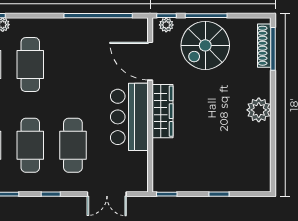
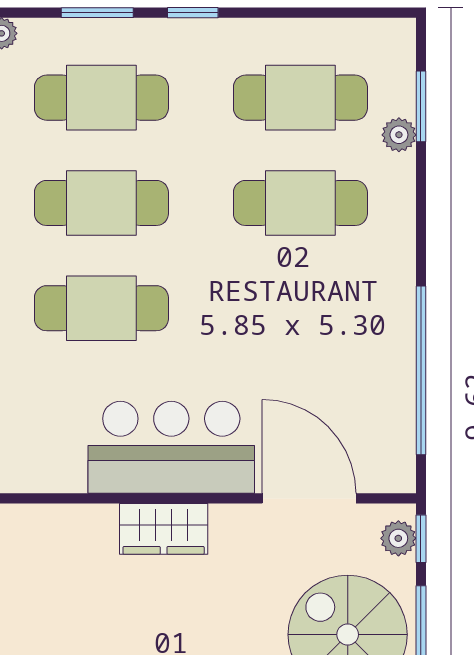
door: (150, 61) -> (309, 498), hinge flipped
wardrobe: (162, 111) -> (164, 529), width x0.67

